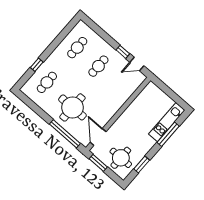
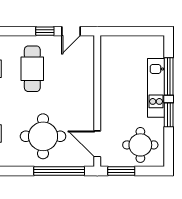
cafe table: (98, 66) -> (32, 69), width x1.37, depth x1.35
kitchen unit: (167, 122) -> (156, 88), moved
window: (142, 165) -> (169, 115), moved

